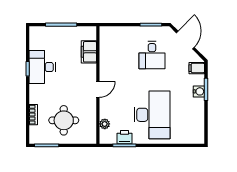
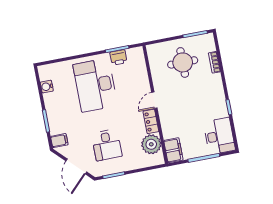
filing cabinet: (89, 52) -> (173, 150), moved
desk: (152, 55) -> (107, 145), turned 180
desk: (42, 67) -> (219, 136), moved
locker: (105, 70) -> (151, 121), added
water cooler: (199, 91) -> (47, 87), moved
plant: (105, 124) -> (151, 144), moved, width x1.88, depth x1.88

